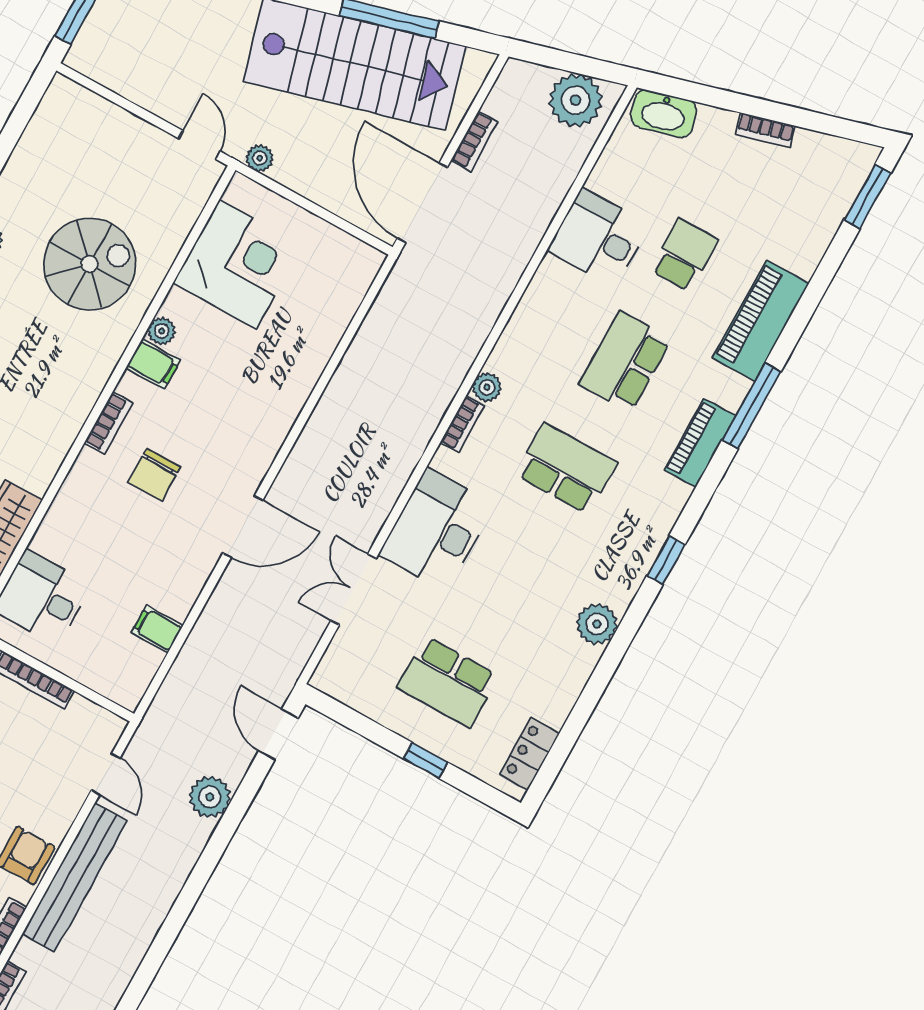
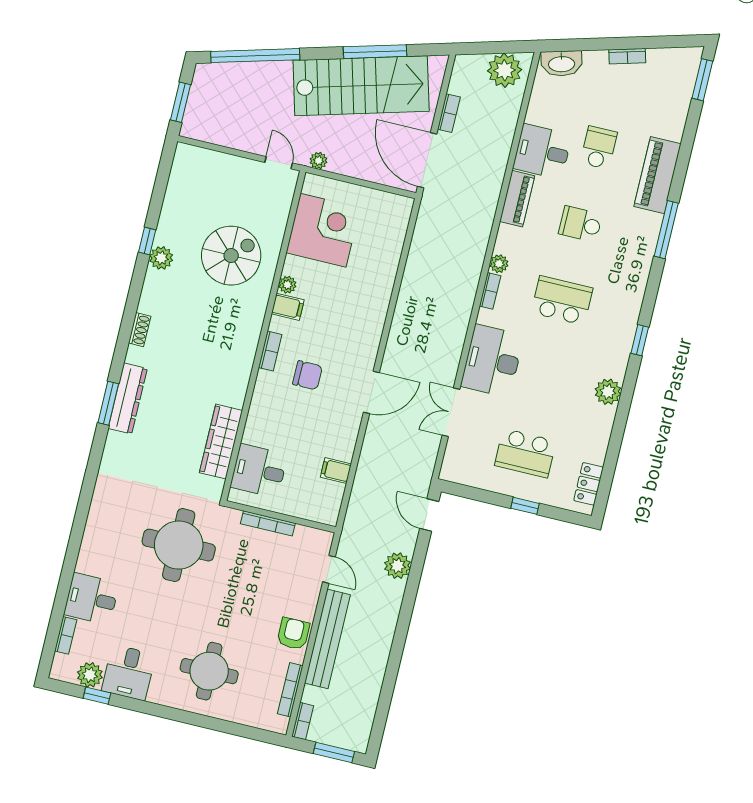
school desk: (625, 362) -> (580, 224), width x0.54
piano: (700, 443) -> (517, 199), moved, turned 180
chair: (154, 475) -> (307, 375), turned -90

